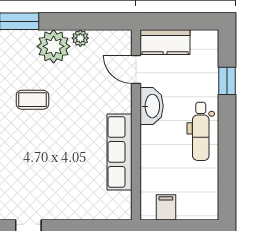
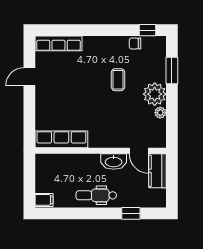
door: (136, 69) -> (139, 151), swing flipped
row of seats: (119, 152) -> (61, 139), moved
filing cabinet: (166, 207) -> (44, 200), moved

